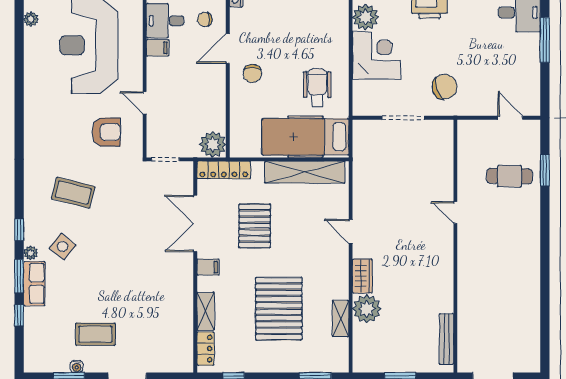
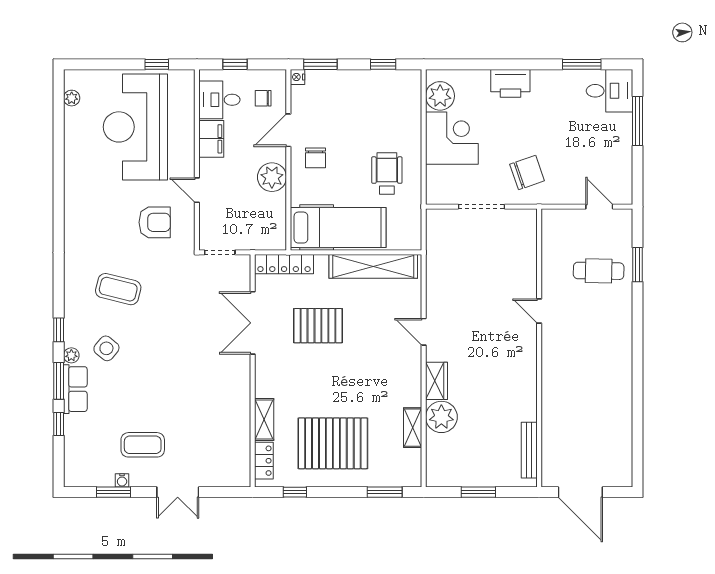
filing cabinet: (158, 48) -> (211, 139), width x2.00
hospital bed: (305, 137) -> (338, 228), moved, turned 180
plant: (213, 144) -> (272, 177), moved
pallet: (255, 226) -> (318, 326), turned 90
filing cabinet: (208, 267) -> (267, 371), removed
pallet: (279, 309) -> (333, 443), moved, turned 90

